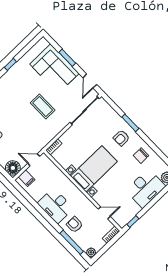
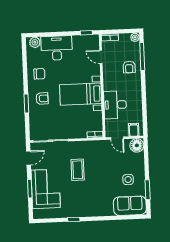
desk: (55, 206) -> (115, 105), moved, turned 180

